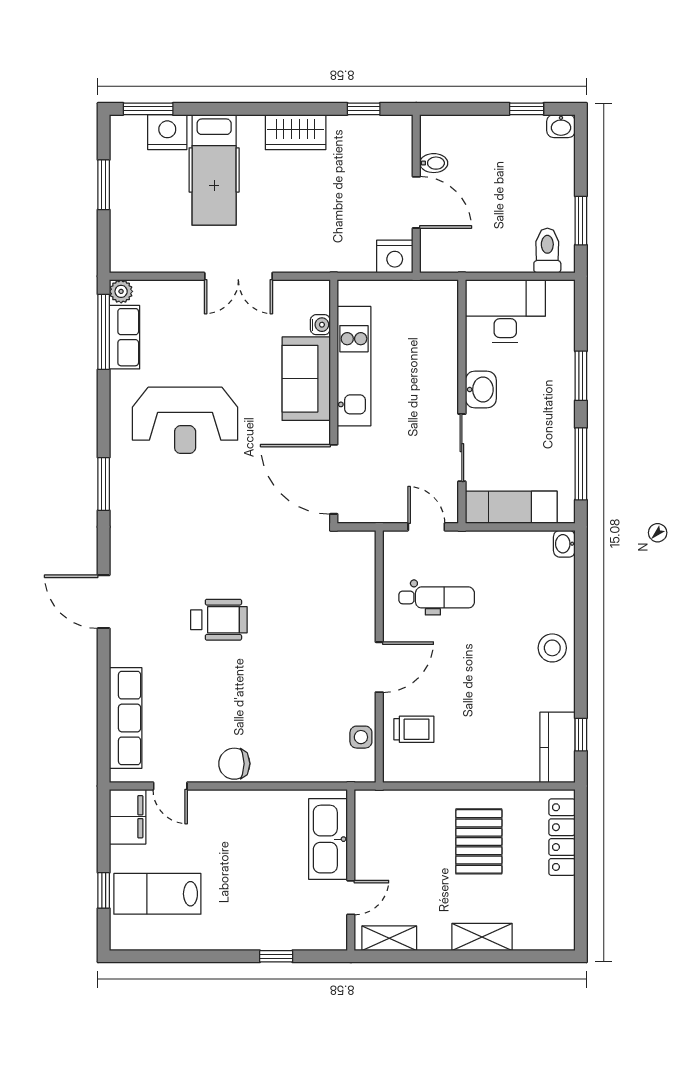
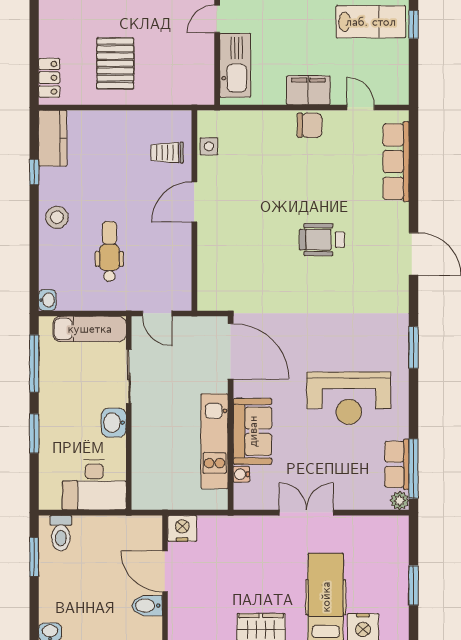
bidet: (434, 163) -> (147, 606), width x1.38, depth x1.36
reception desk: (185, 420) -> (349, 398), turned 180
dental chair: (437, 597) -> (109, 251), moved, turned 90
window: (581, 735) -> (34, 172), moved
filing cabinet: (128, 817) -> (308, 90), moved, turned 90
locker: (562, 837) -> (49, 78), width x0.66

